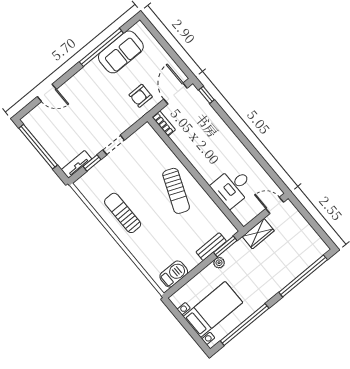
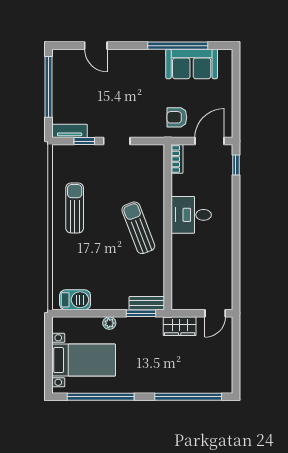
desk: (233, 187) -> (191, 215), moved
sun lounger: (176, 191) -> (138, 228), turned 137
door: (275, 205) -> (215, 313), swing flipped
bench: (211, 247) -> (147, 303), moved
plant: (219, 263) -> (109, 323), moved

